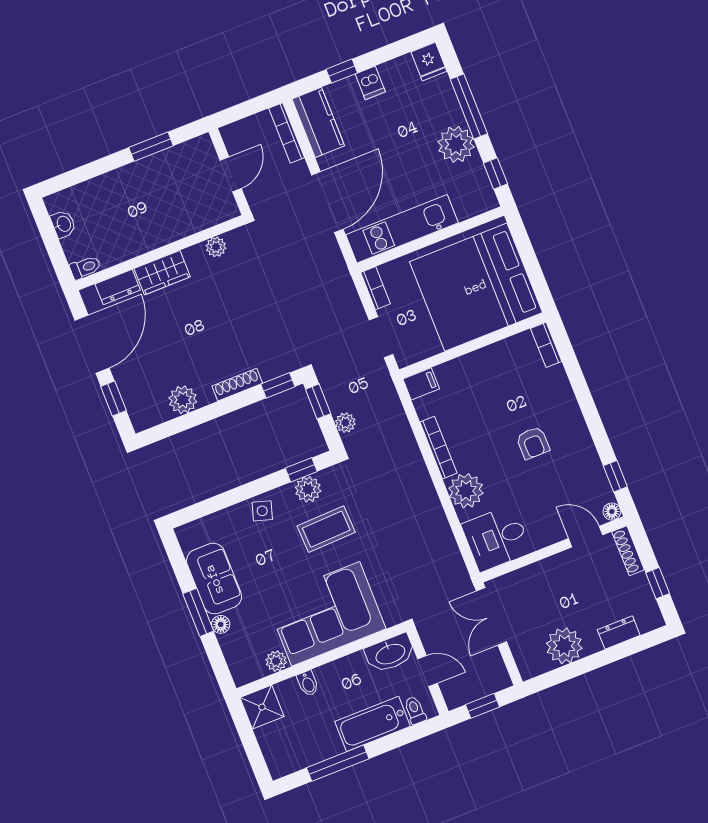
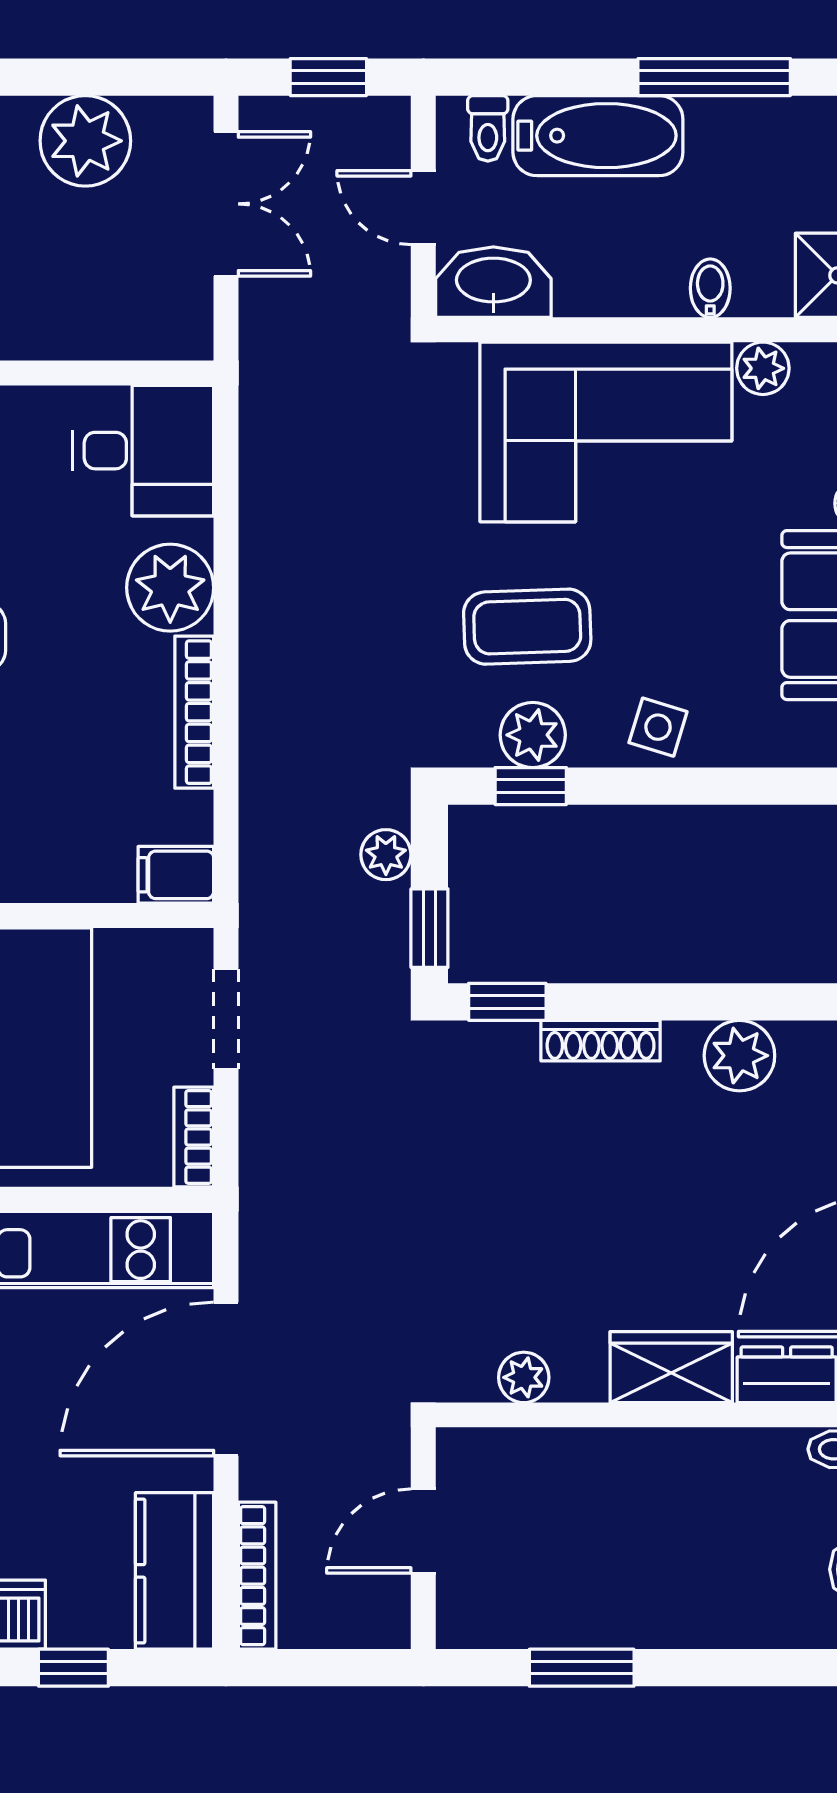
double door: (492, 616) -> (226, 204), moved

